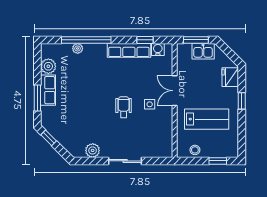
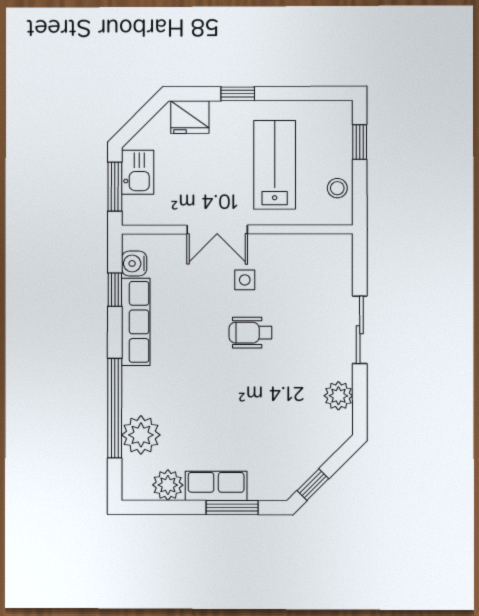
plant: (78, 48) -> (141, 435), width x1.88, depth x1.88

